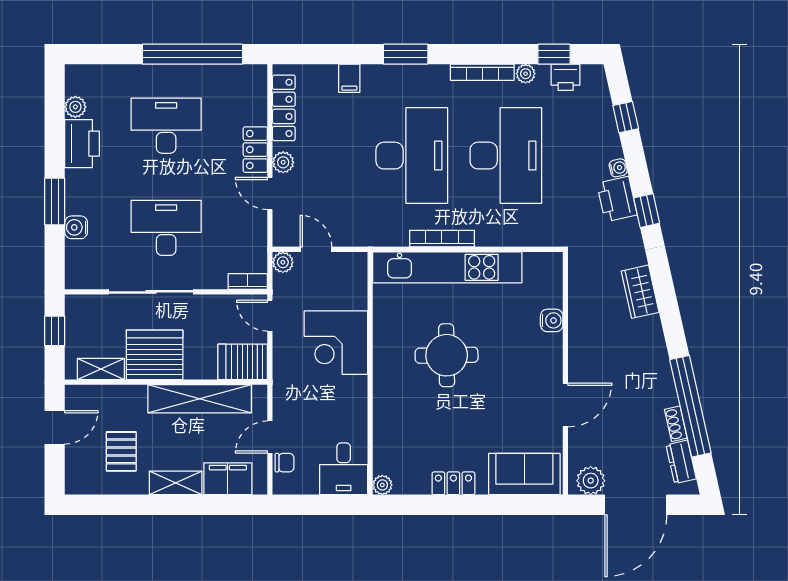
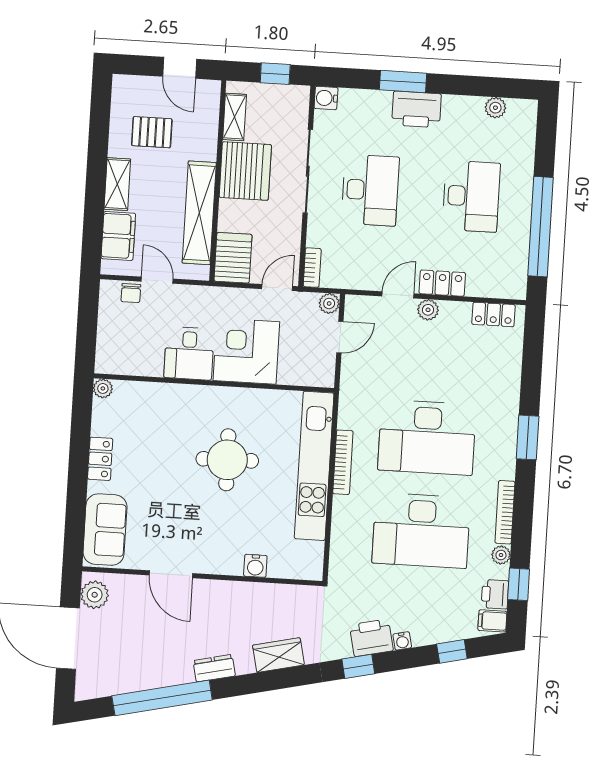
filing cabinet: (349, 78) -> (492, 621), moved
locker: (284, 108) -> (493, 314), width x0.66
printer: (82, 144) -> (416, 109), moved
water cooler: (76, 227) -> (326, 98), moved, turned -90
shoe rack: (676, 424) -> (146, 682), removed
dresser: (681, 462) -> (214, 668), moved
desk: (344, 469) -> (189, 353), moved, turned -90

